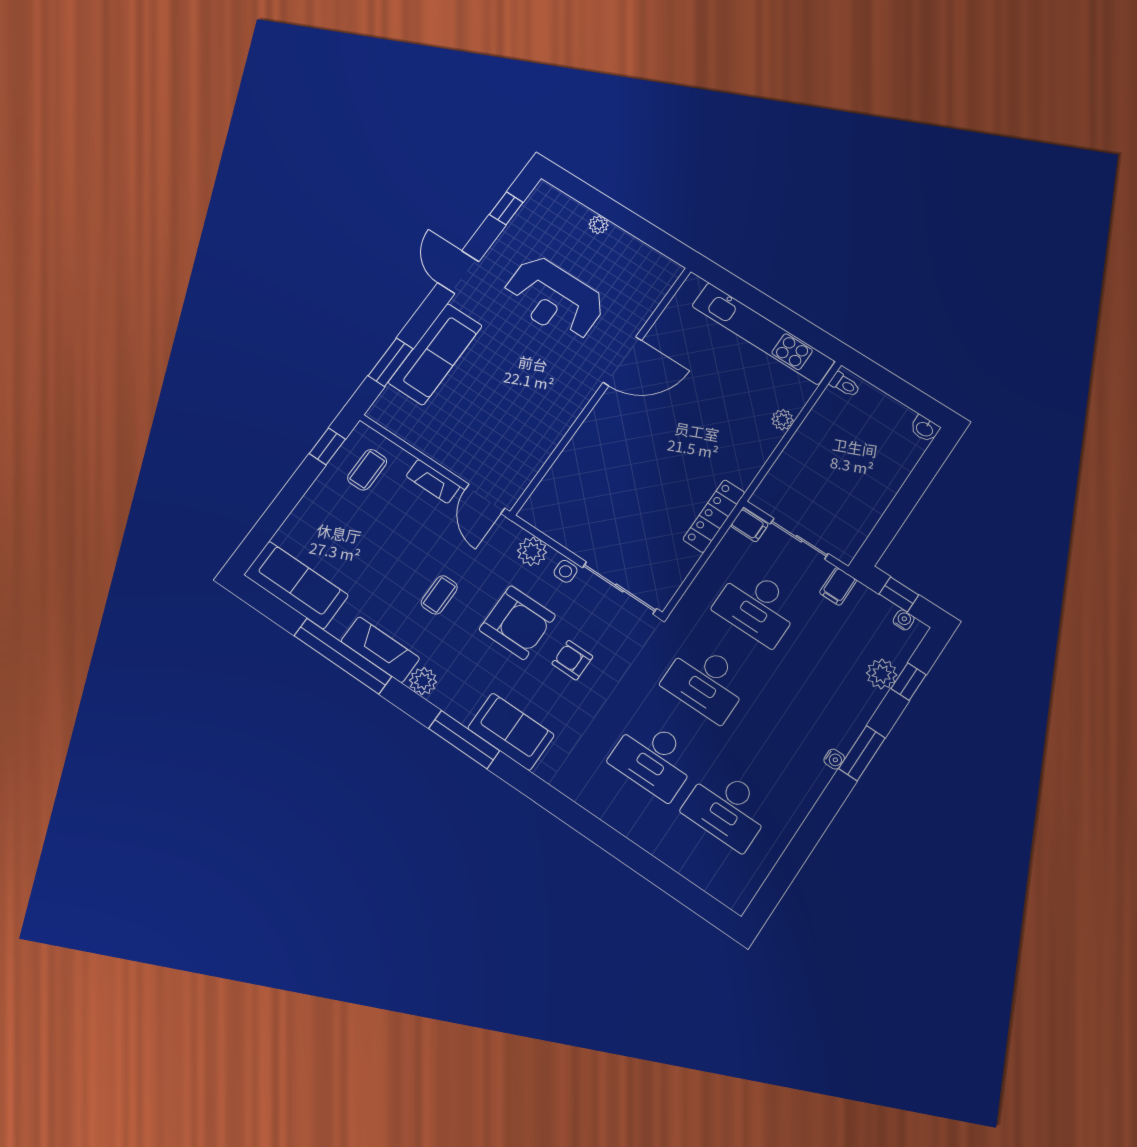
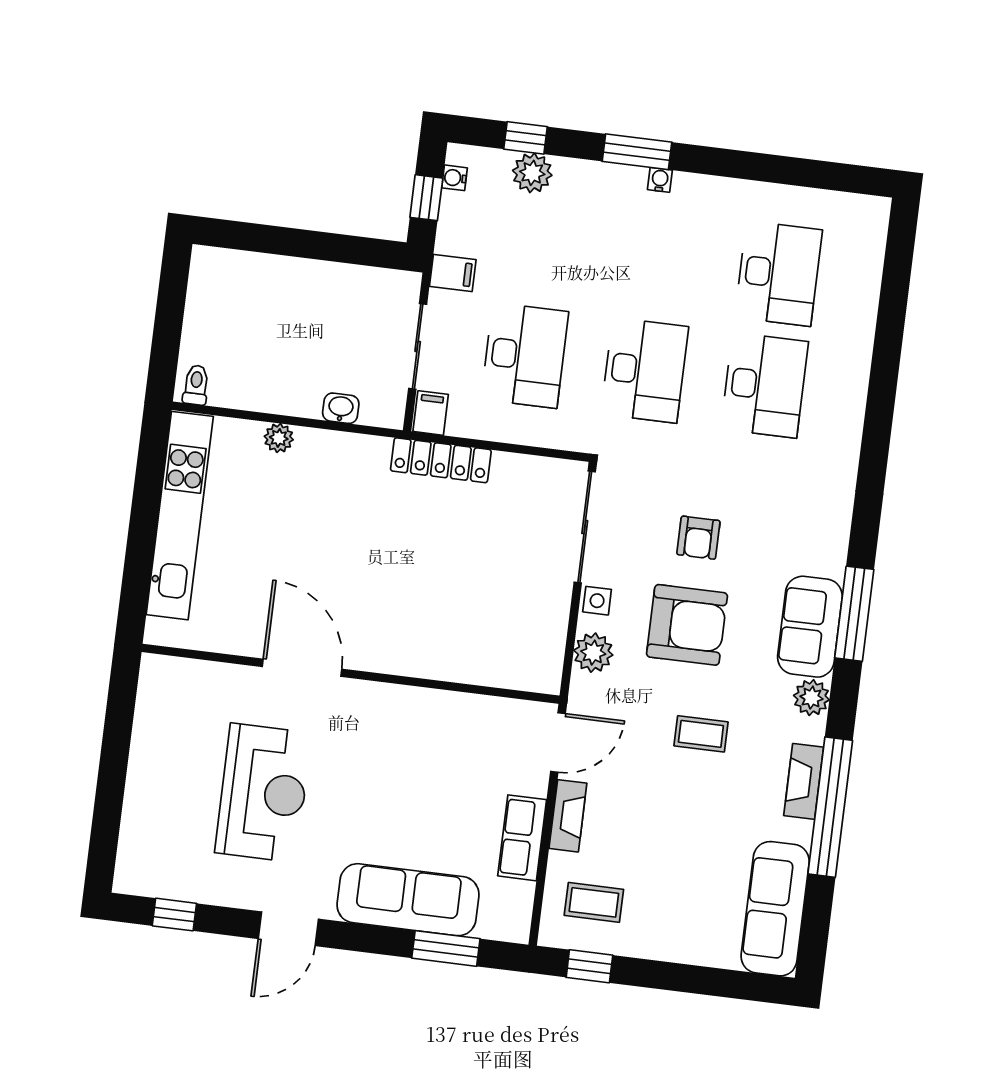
plant: (598, 225) -> (138, 789), removed
washbasin: (925, 429) -> (341, 408), moved, turned -90
row of seats: (435, 445) -> (522, 838), added
armchair: (517, 623) -> (687, 625), turned 90
fireplace: (380, 650) -> (804, 781), width x0.73, depth x0.76
sofa: (511, 732) -> (810, 627), moved

